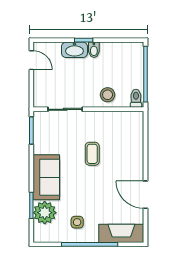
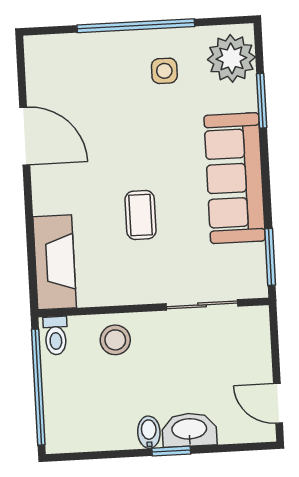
sofa: (46, 177) -> (235, 178), width x1.36
plant: (45, 213) -> (231, 58), moved
fireplace: (121, 233) -> (55, 262), moved, turned -90

